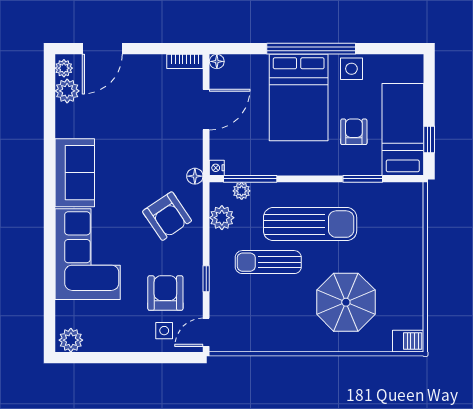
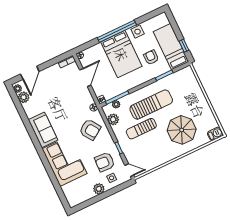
armchair: (165, 293) -> (105, 162), turned -87
door: (206, 332) -> (129, 170), swing flipped
plant: (71, 340) -> (99, 189), moved

